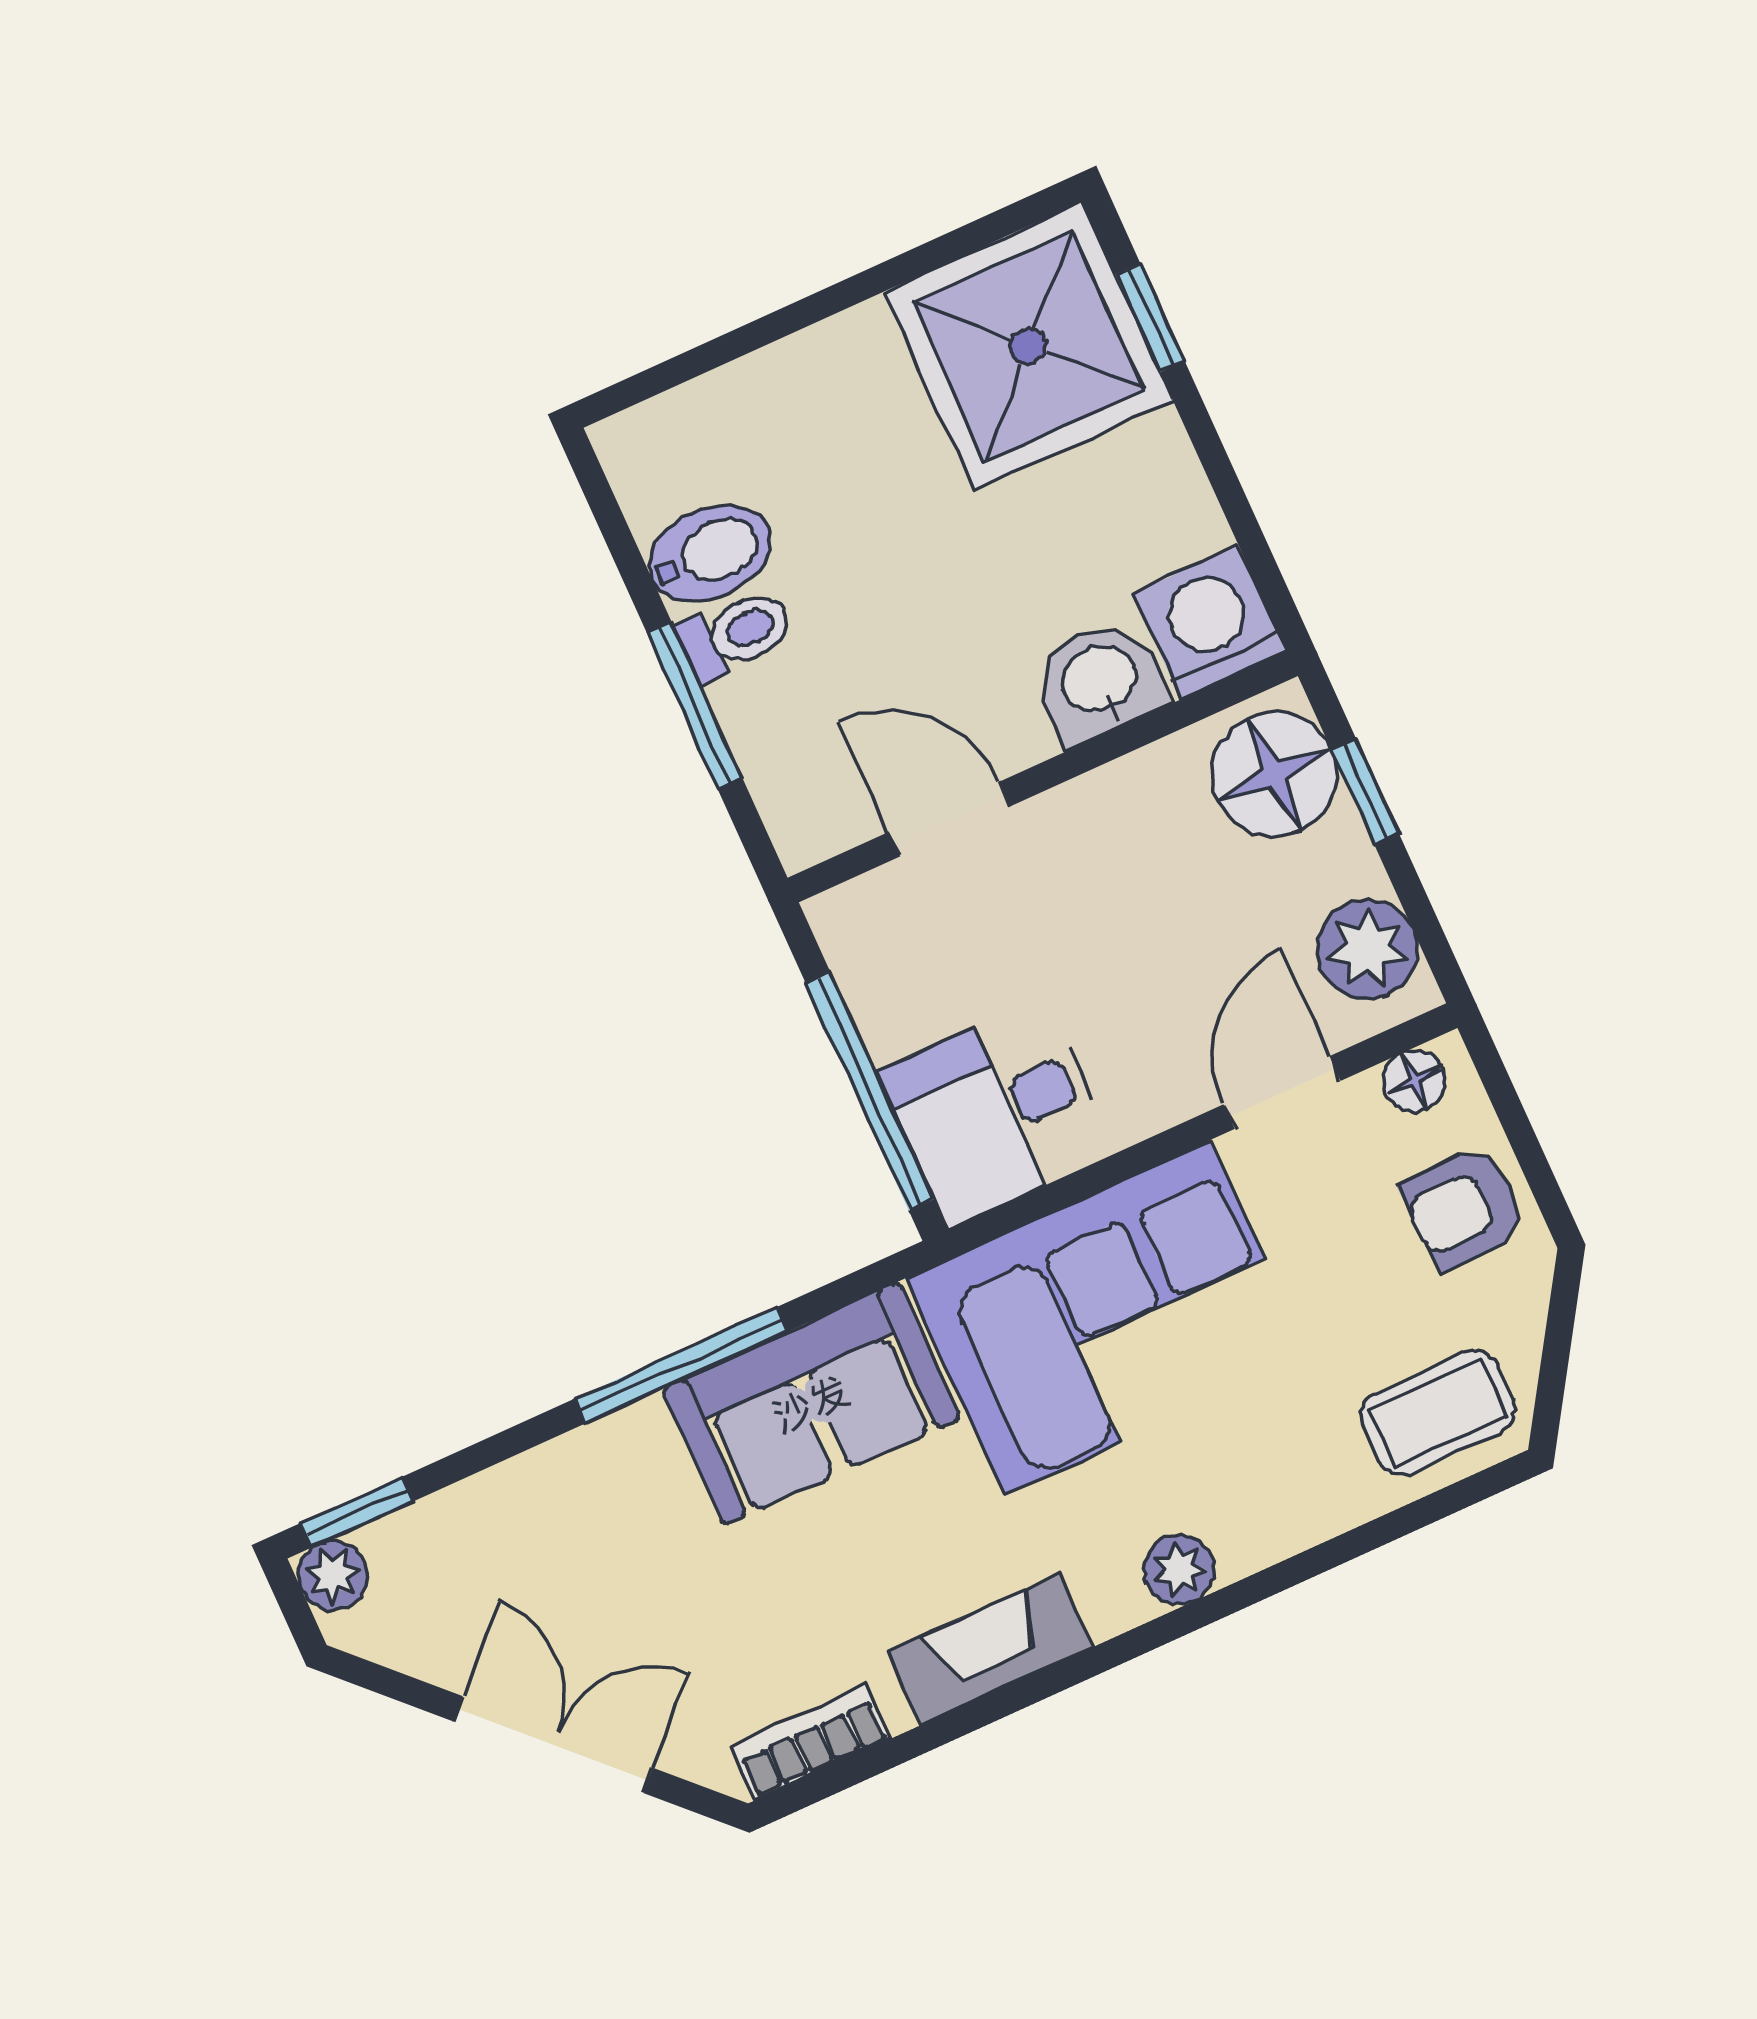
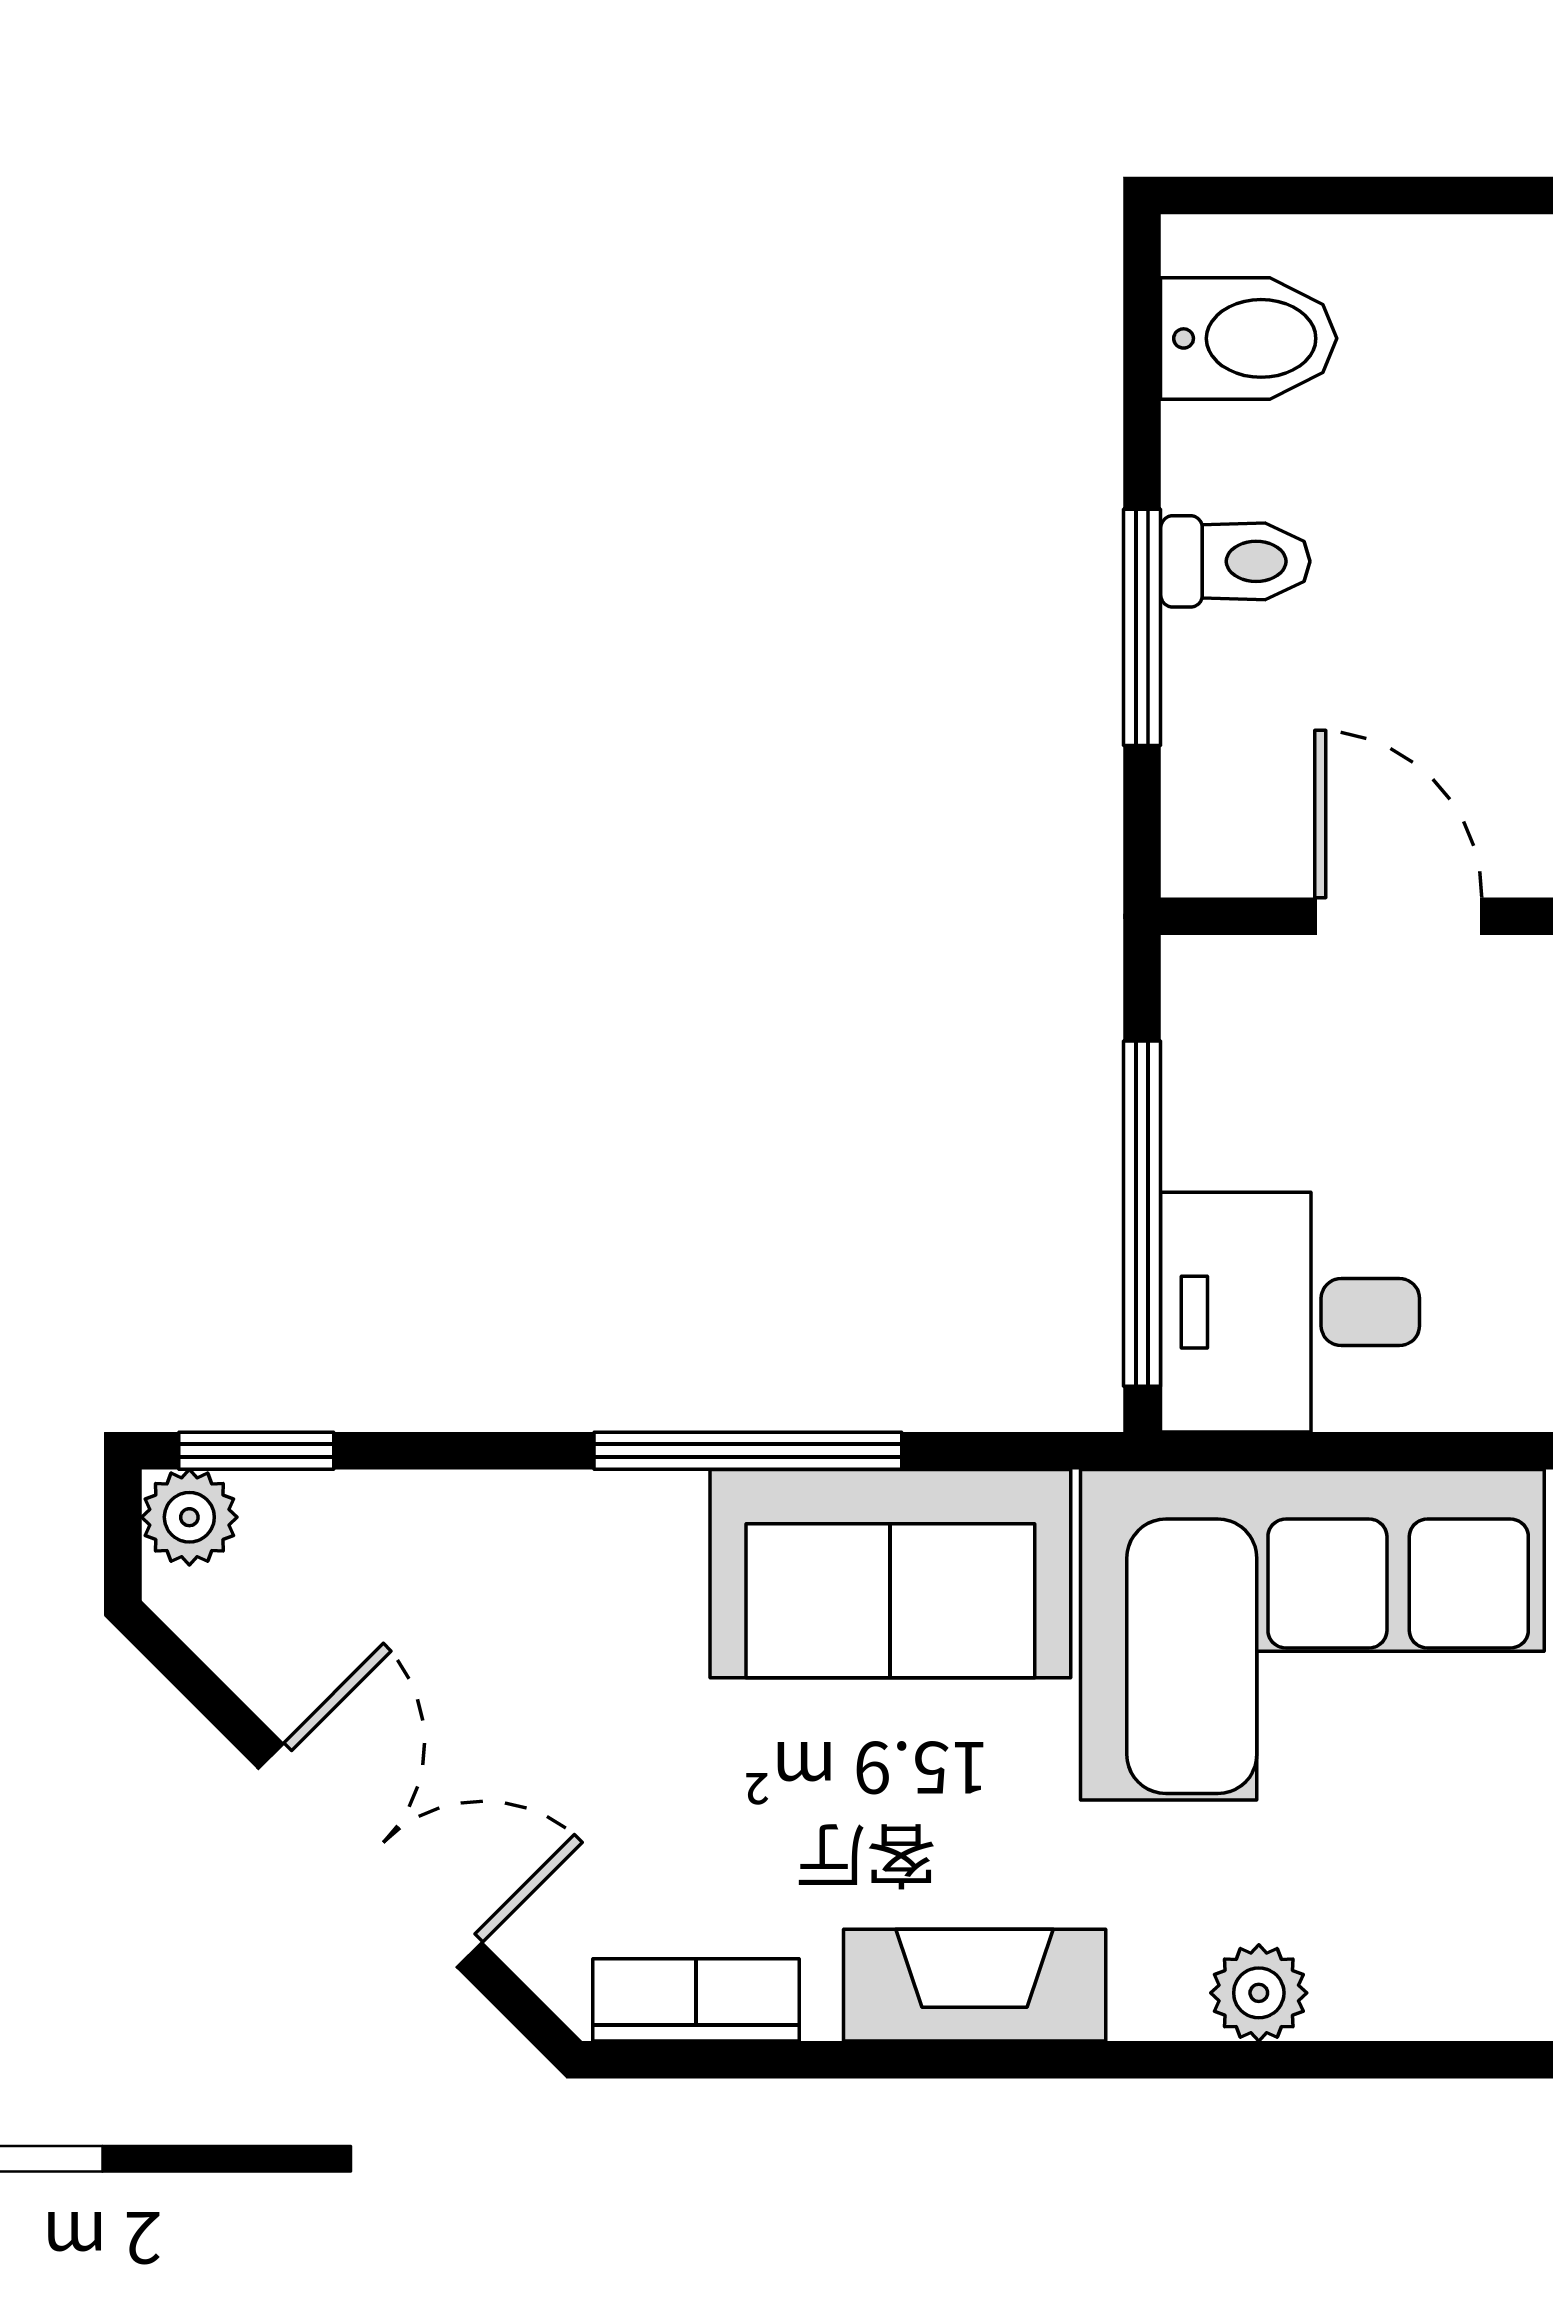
bidet: (710, 553) -> (1249, 338), moved

